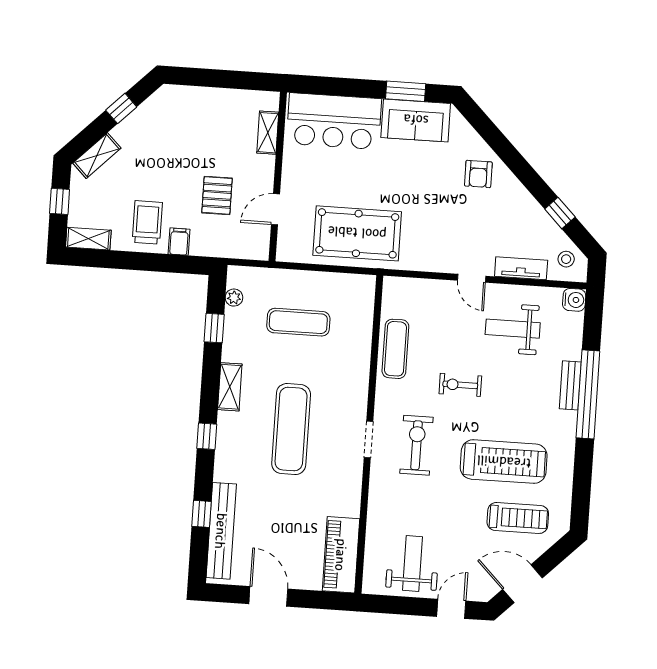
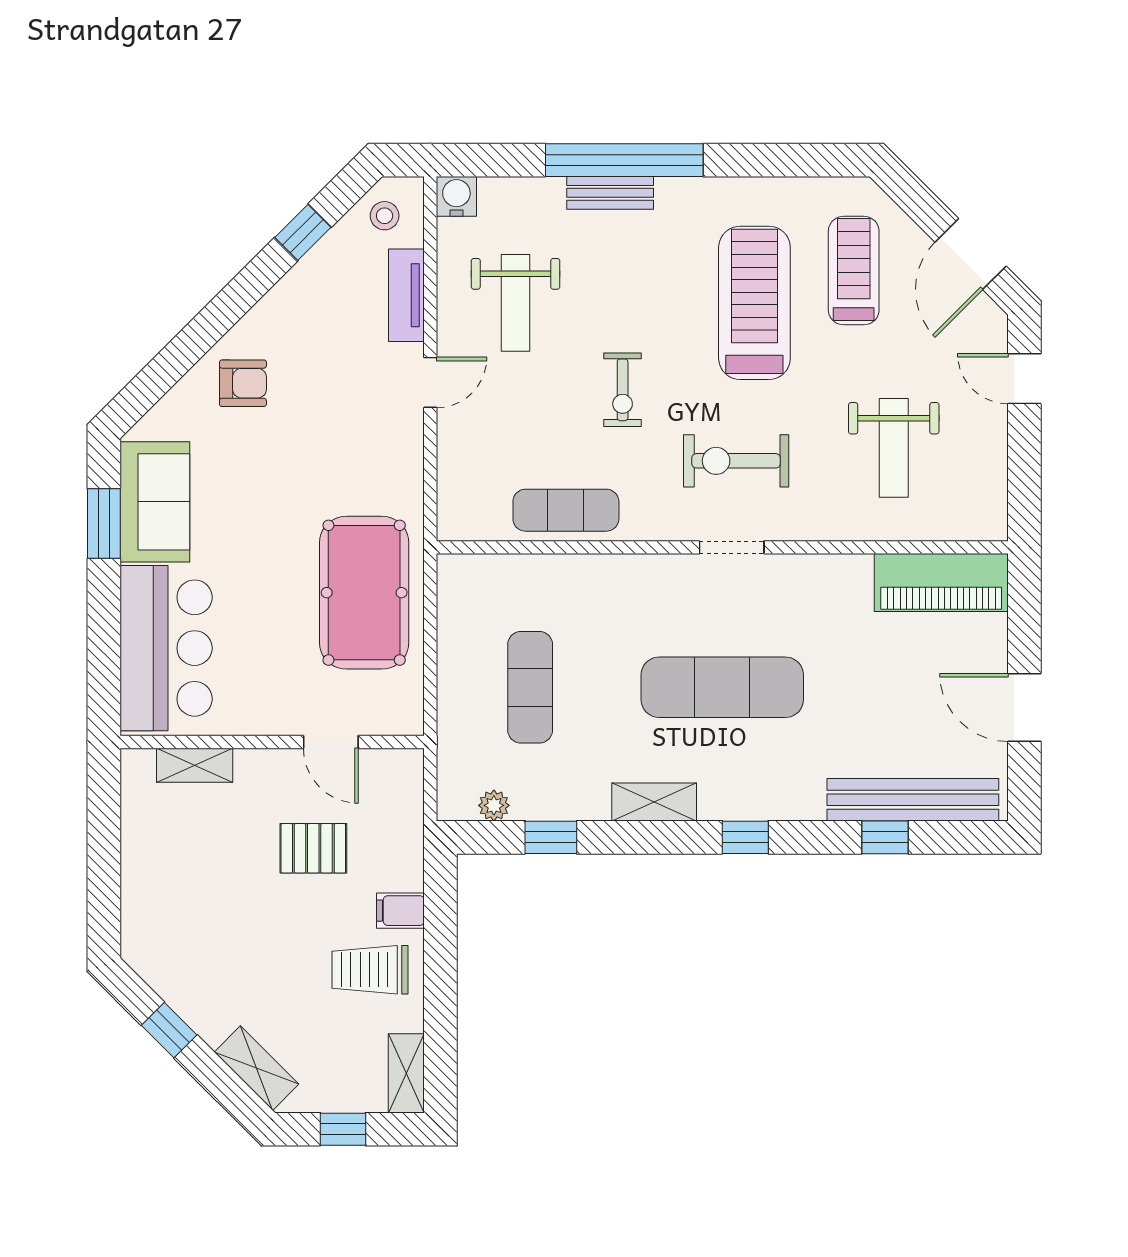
weight bench: (413, 564) -> (894, 448), moved, turned -90
door: (268, 596) -> (1024, 707), hinge flipped

